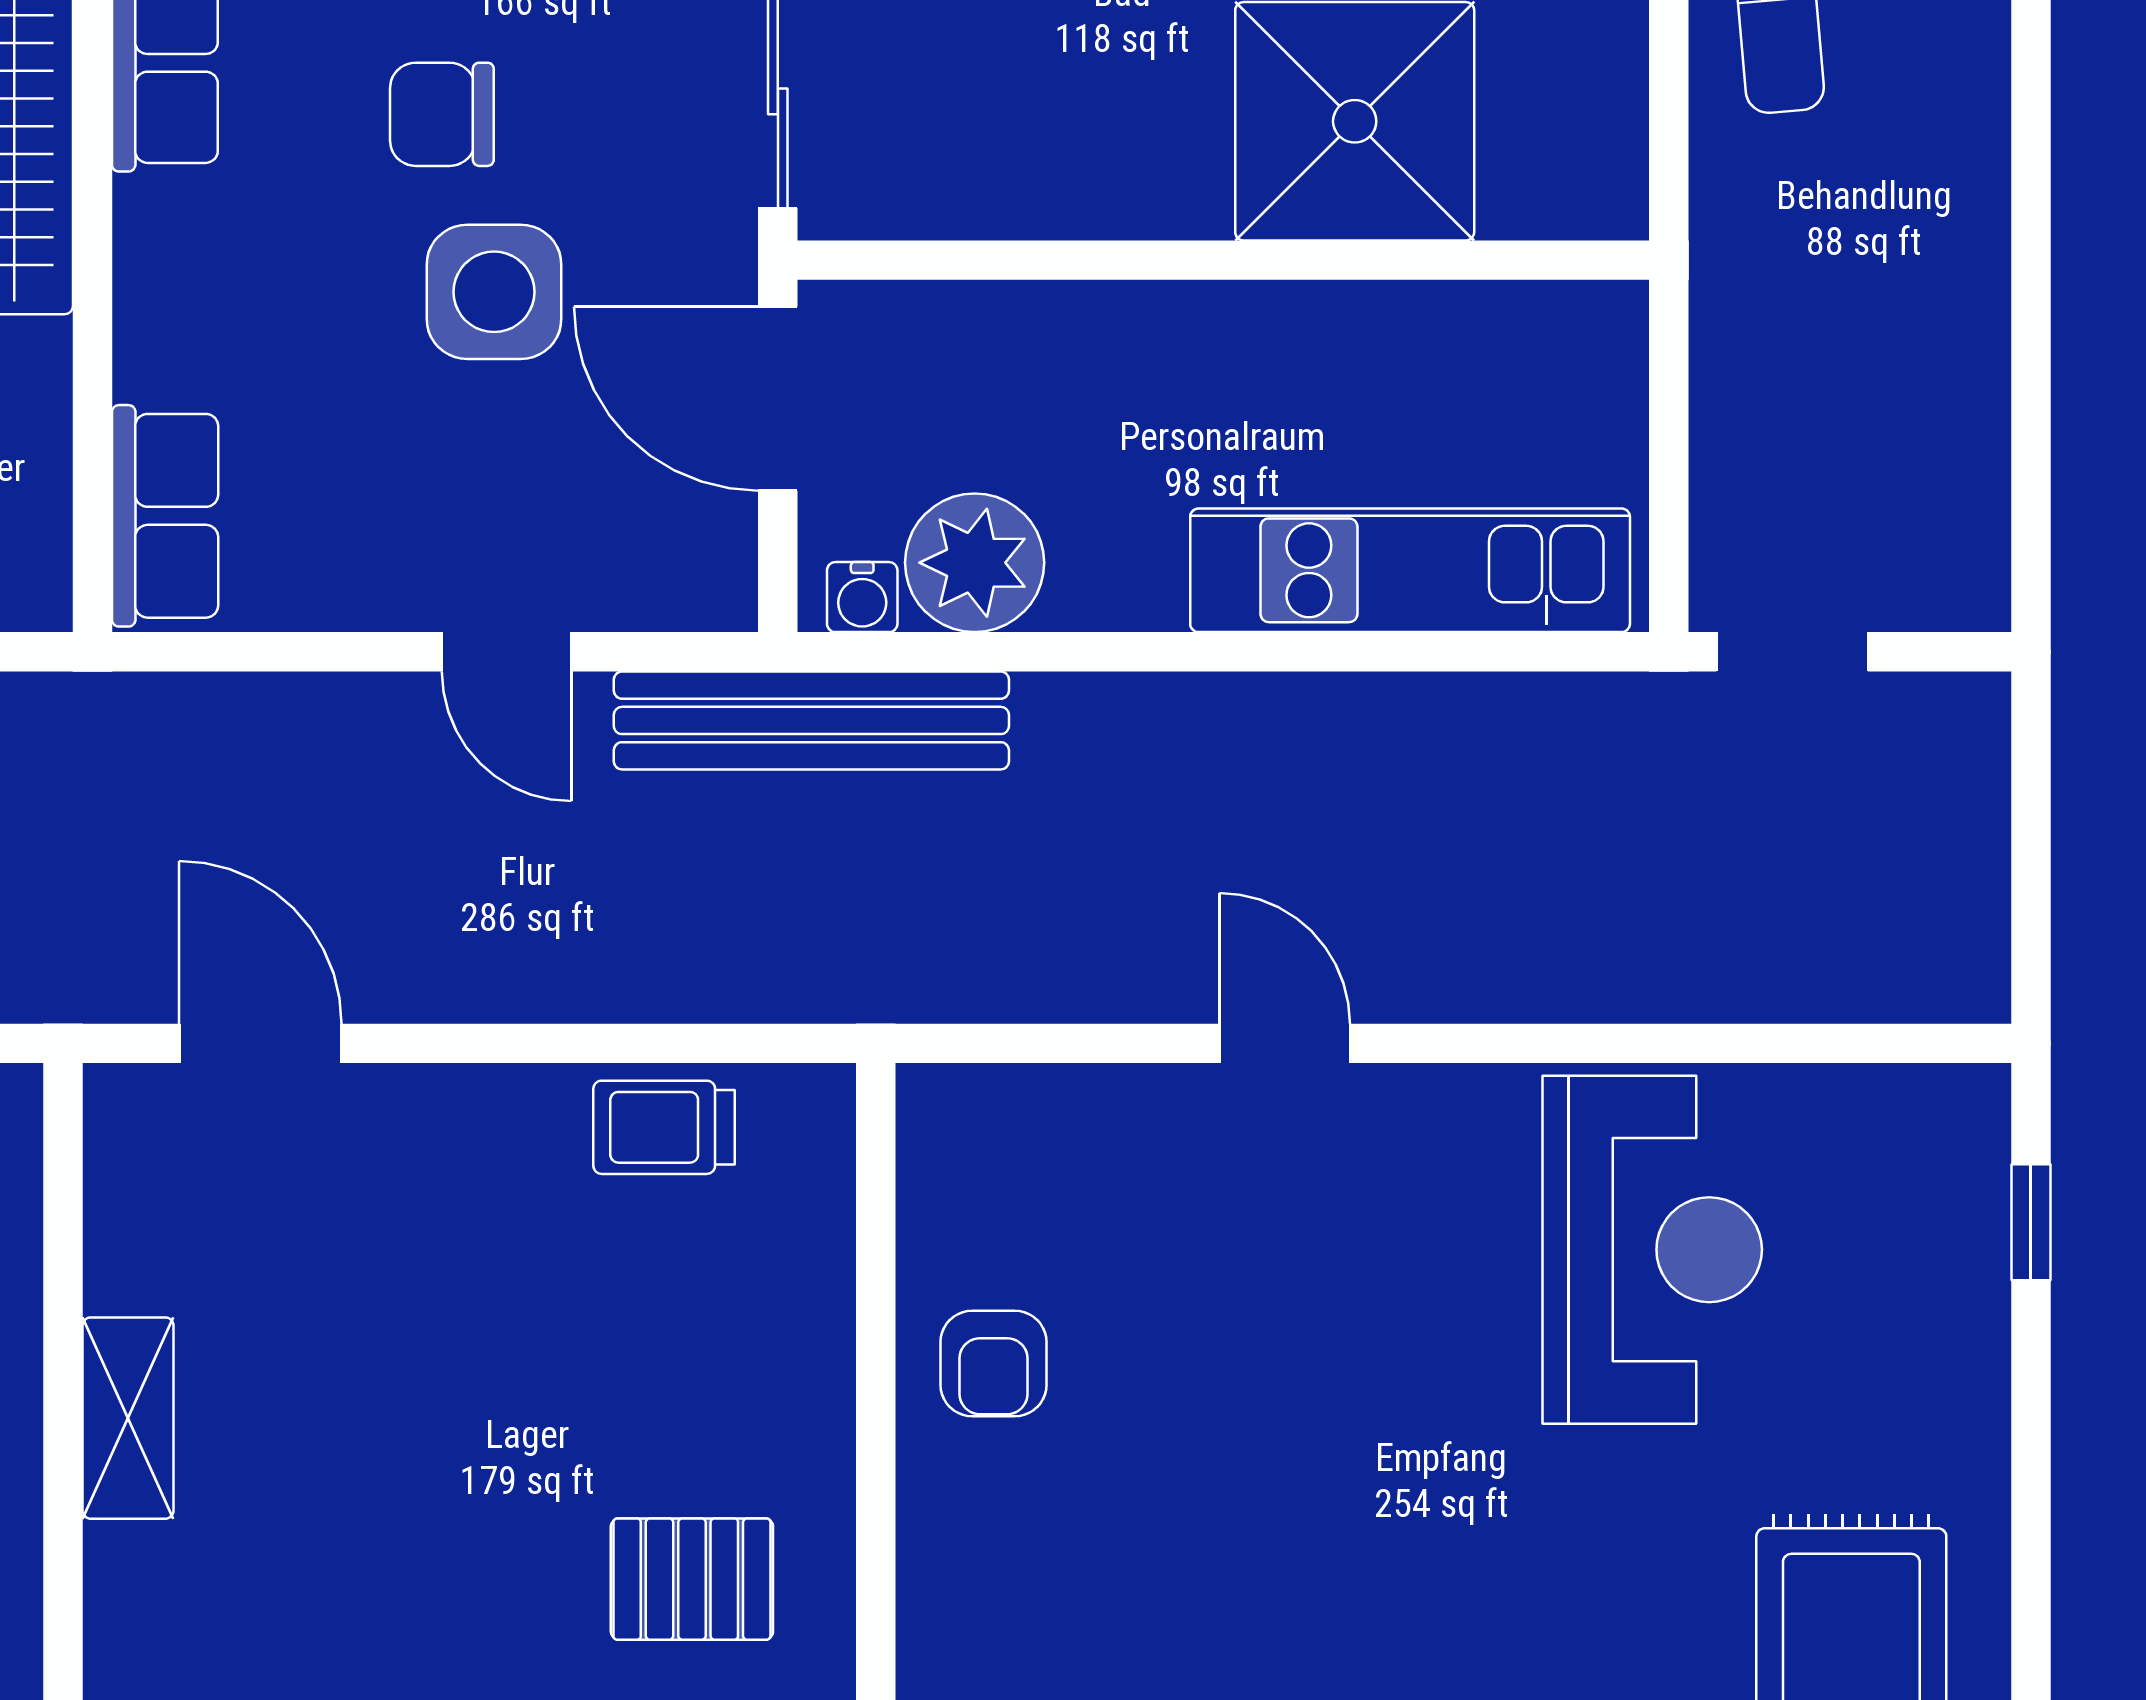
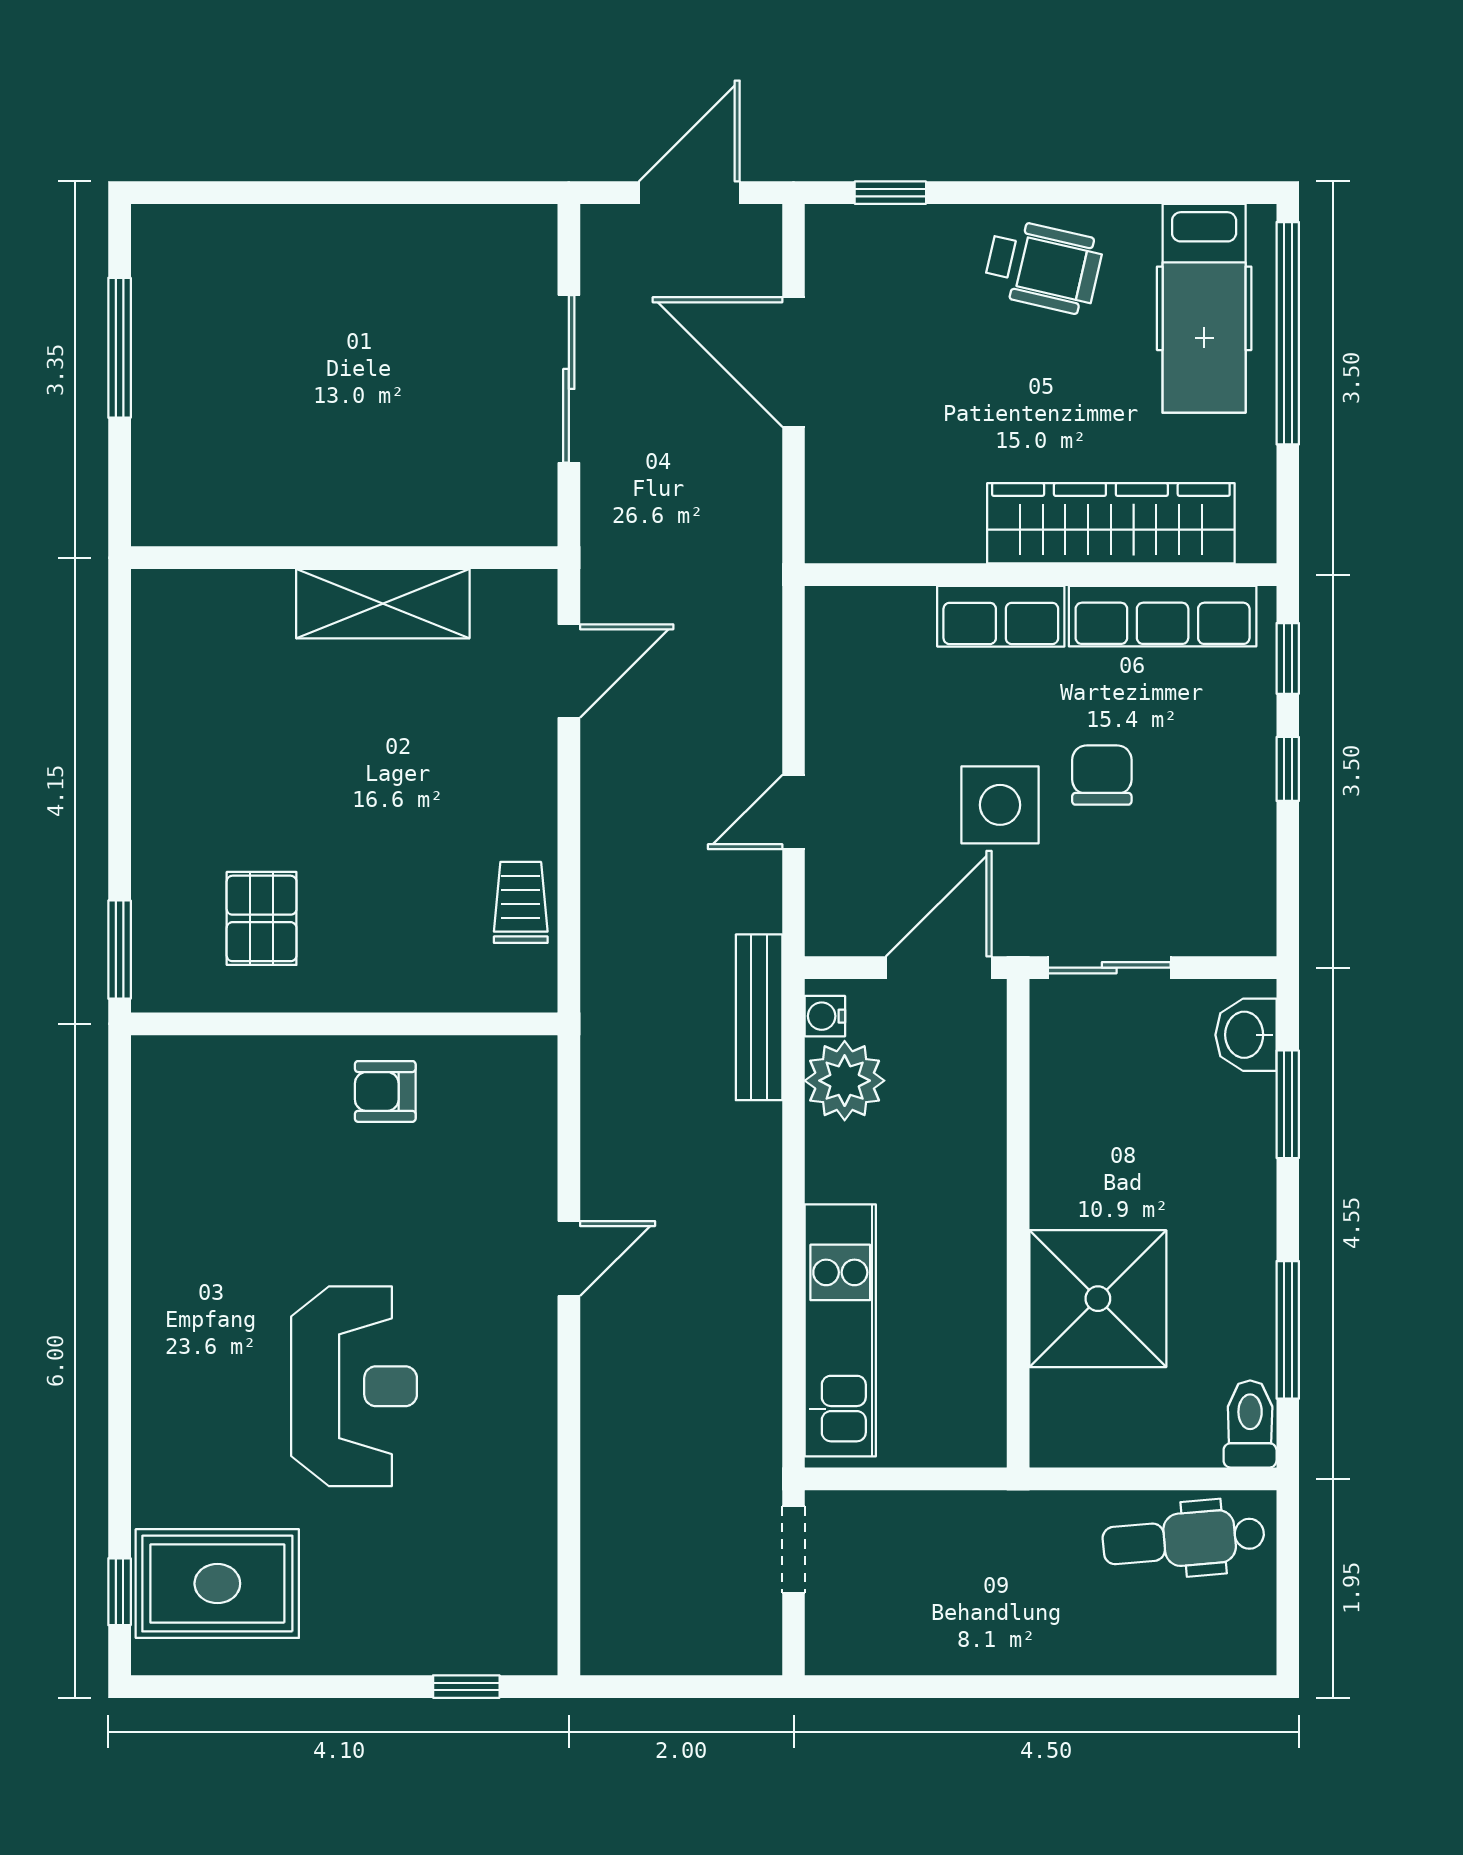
row of seats: (165, 516) -> (1001, 616), moved
bench: (811, 720) -> (759, 1017), width x0.73, depth x0.82
reception desk: (1652, 1250) -> (354, 1386), moved, turned -90
shelving: (128, 1418) -> (383, 604), width x1.50, depth x1.33

